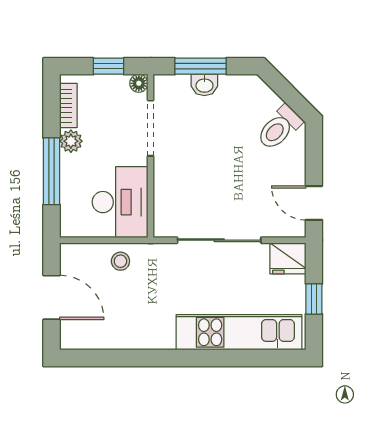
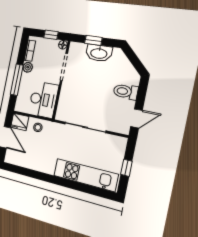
window: (201, 66) -> (93, 40), width x0.67
washbasin: (204, 85) -> (99, 53), width x1.91, depth x1.45
toilet: (279, 128) -> (126, 92), moved, turned 45
door: (314, 203) -> (137, 118), swing flipped
fridge: (288, 258) -> (20, 122), moved

